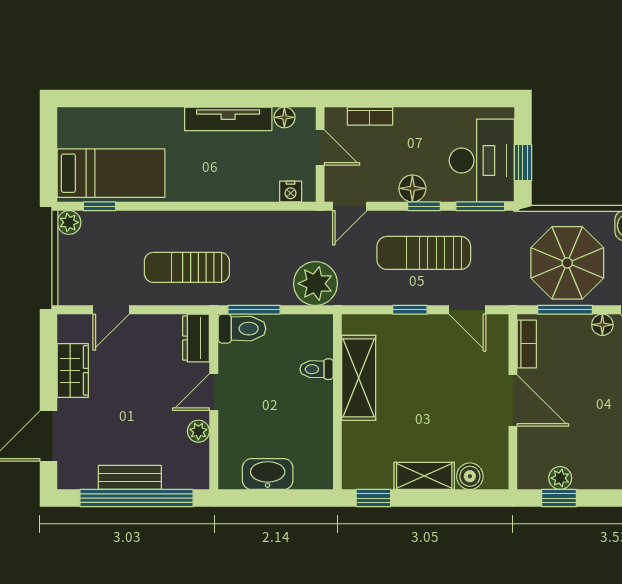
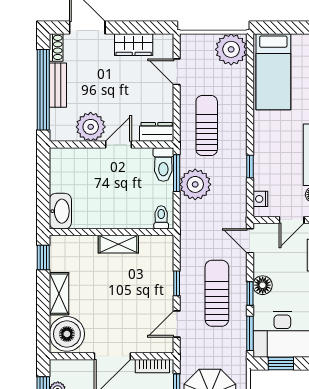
window: (99, 206) -> (250, 167), moved
plant: (69, 222) -> (231, 49), width x1.88, depth x1.88
plant: (315, 284) -> (195, 184), moved
toilet: (317, 369) -> (161, 217), moved
shelving: (359, 378) -> (118, 244), width x0.67, depth x0.75
door: (214, 392) -> (118, 145), hinge flipped
plant: (198, 431) -> (91, 127), width x1.87, depth x1.87
washbasin: (268, 474) -> (60, 211), moved
boiler: (470, 476) -> (67, 334), width x1.86, depth x1.86
shoe rack: (77, 480) -> (56, 47), added

